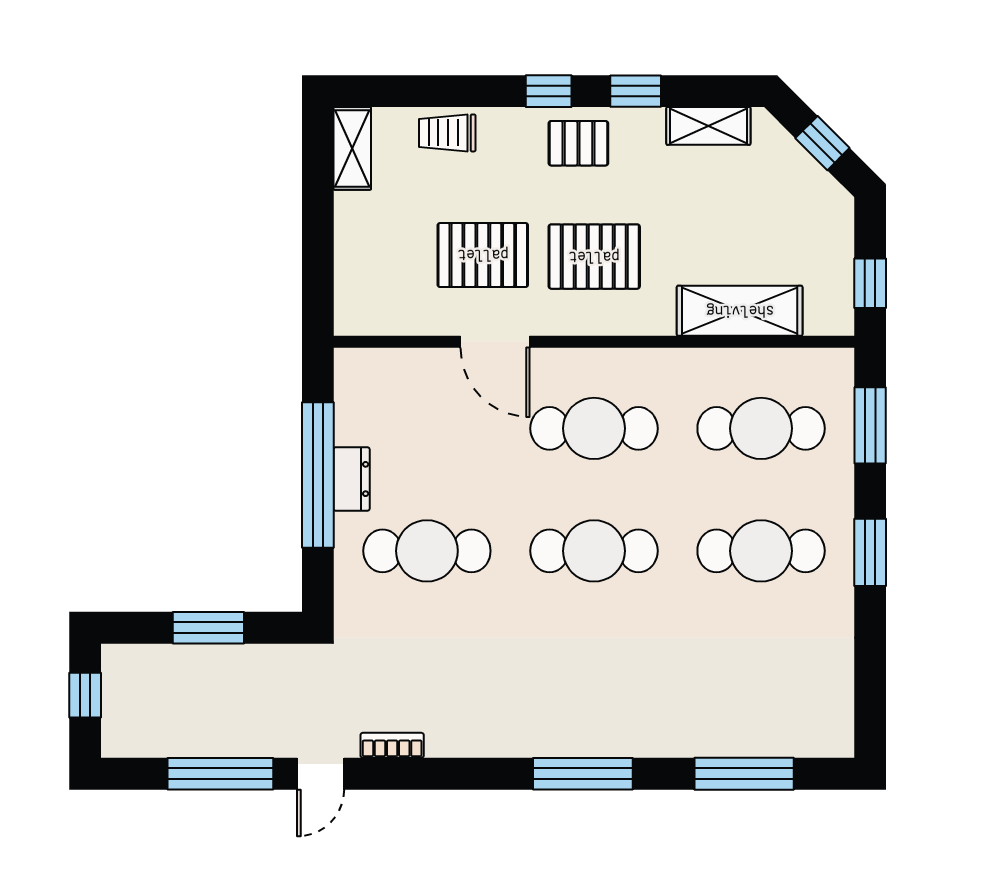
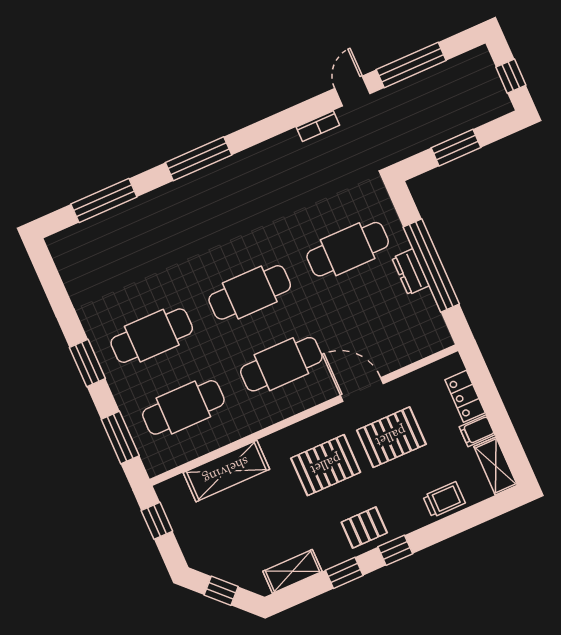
filing cabinet: (357, 210) -> (477, 431), added
locker: (352, 267) -> (465, 396), added

